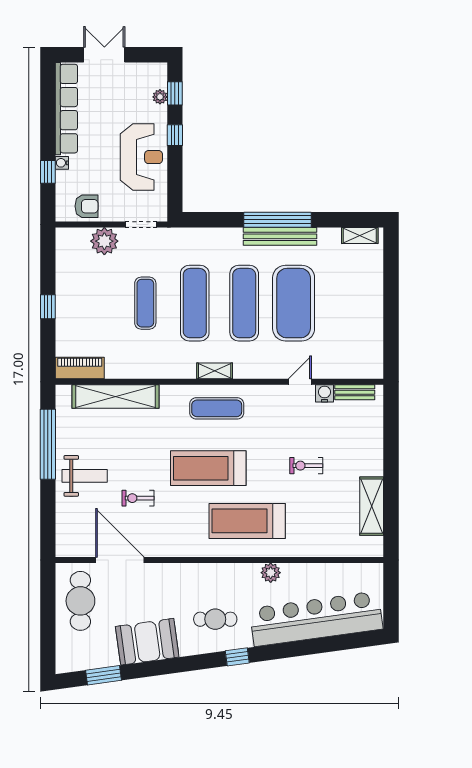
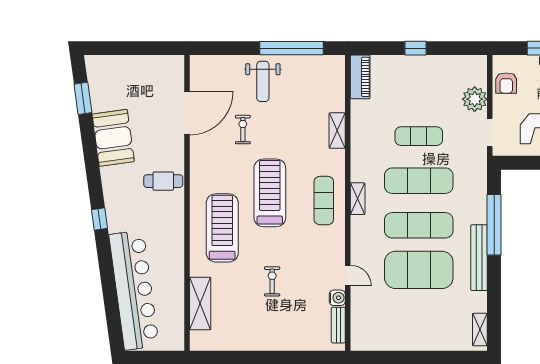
window: (278, 220) -> (494, 225), moved
shelving: (116, 396) -> (337, 131), width x0.45, depth x0.75
shelving: (372, 506) -> (200, 304), moved, turned 90
plant: (271, 573) -> (175, 249), removed
cafe table: (80, 601) -> (150, 77), removed
cafe table: (215, 619) -> (163, 181), moved, turned 90

